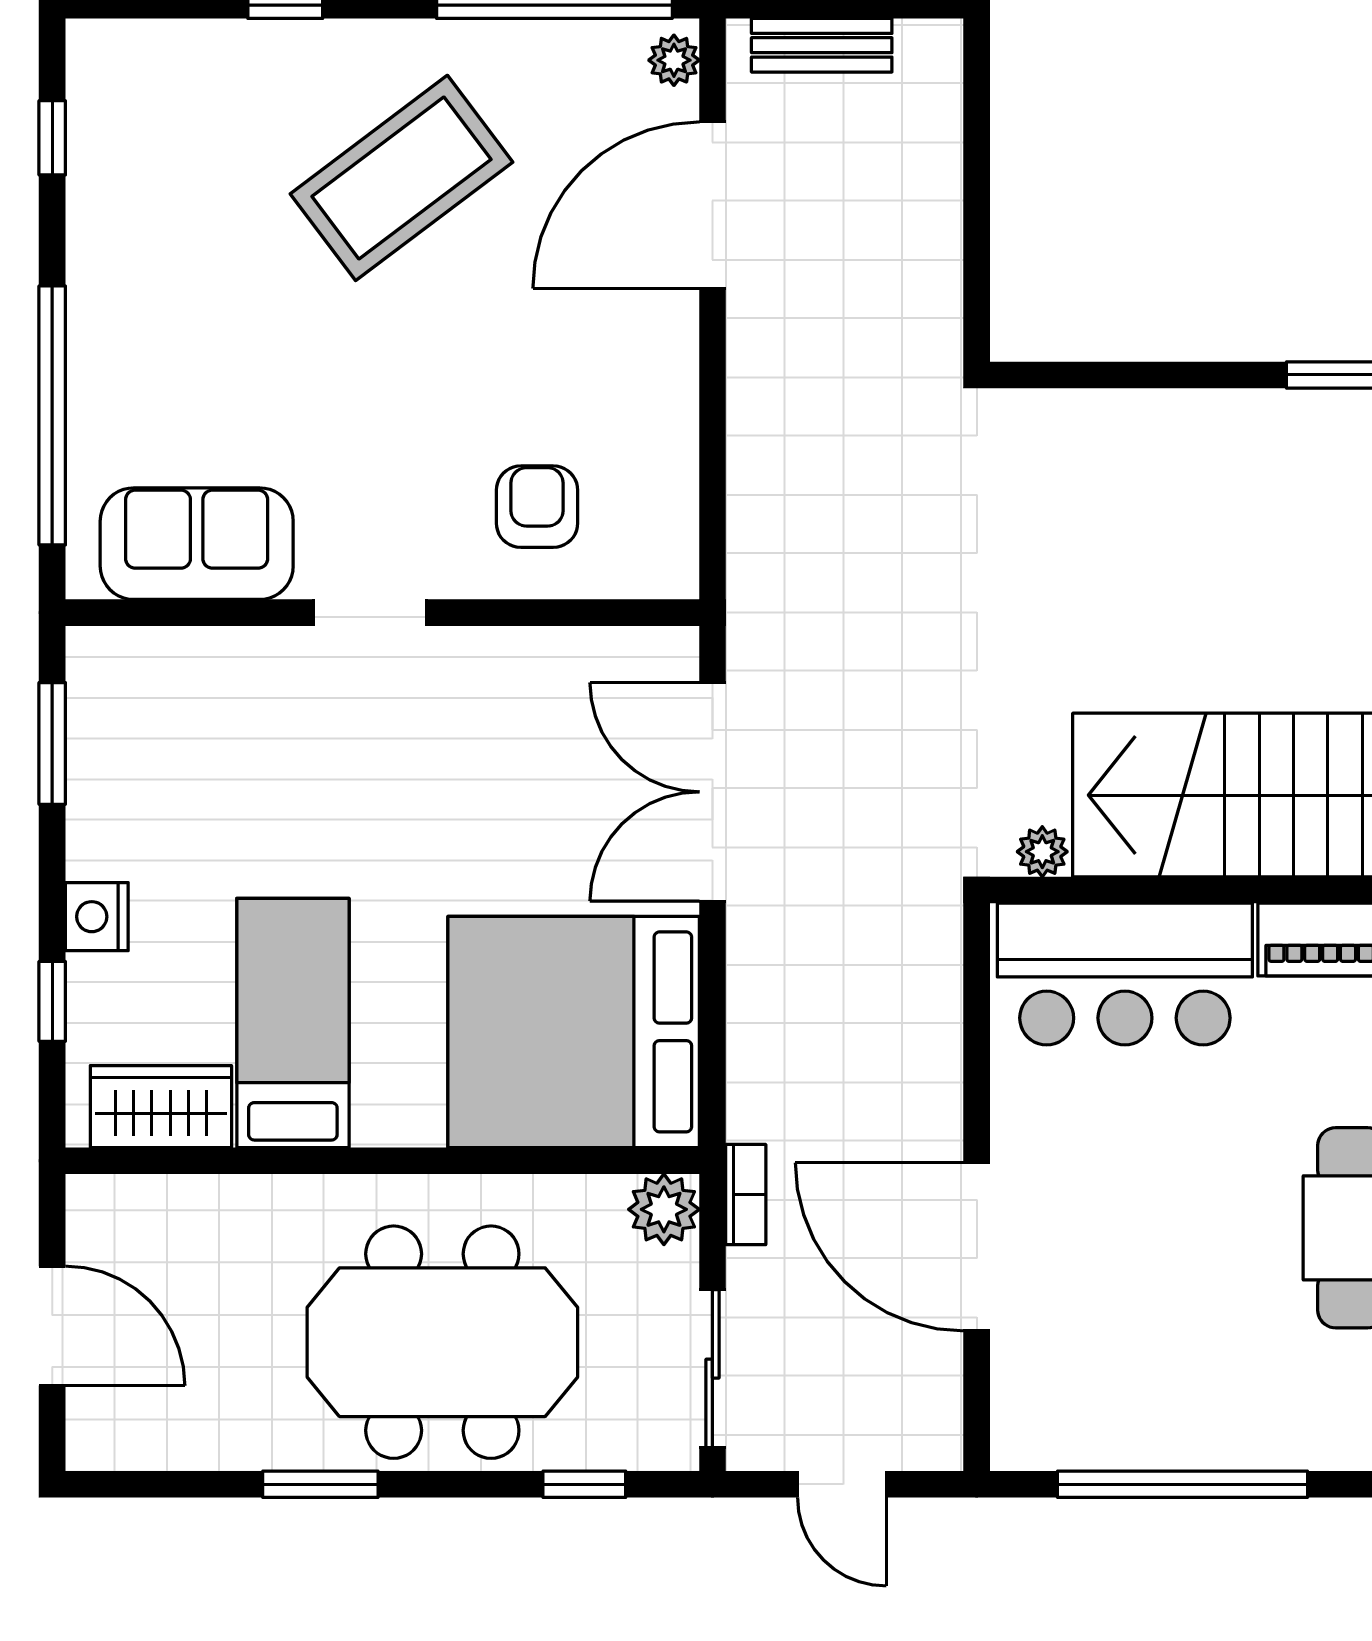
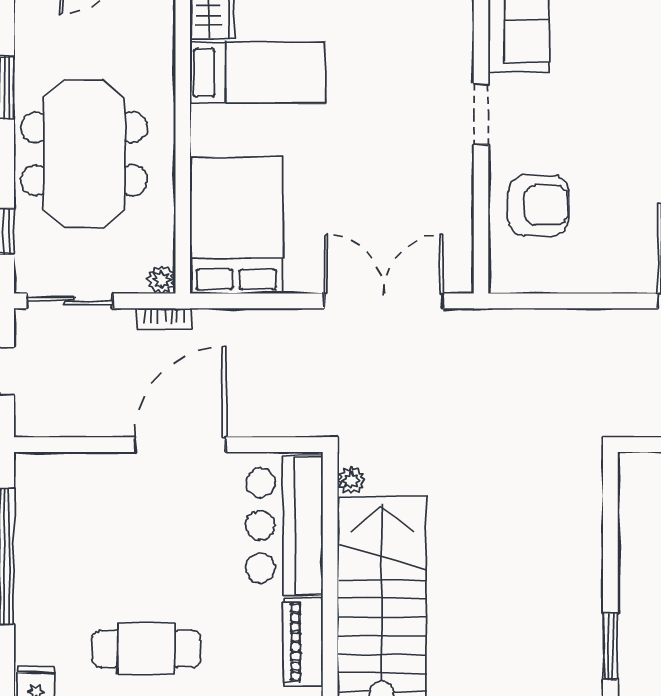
armchair: (537, 507) -> (539, 205), width x1.38, depth x1.38
bed: (574, 1032) -> (236, 225), width x0.73
plant: (664, 1209) -> (162, 280), width x0.73, depth x0.73
door: (977, 1247) -> (180, 445), moved

